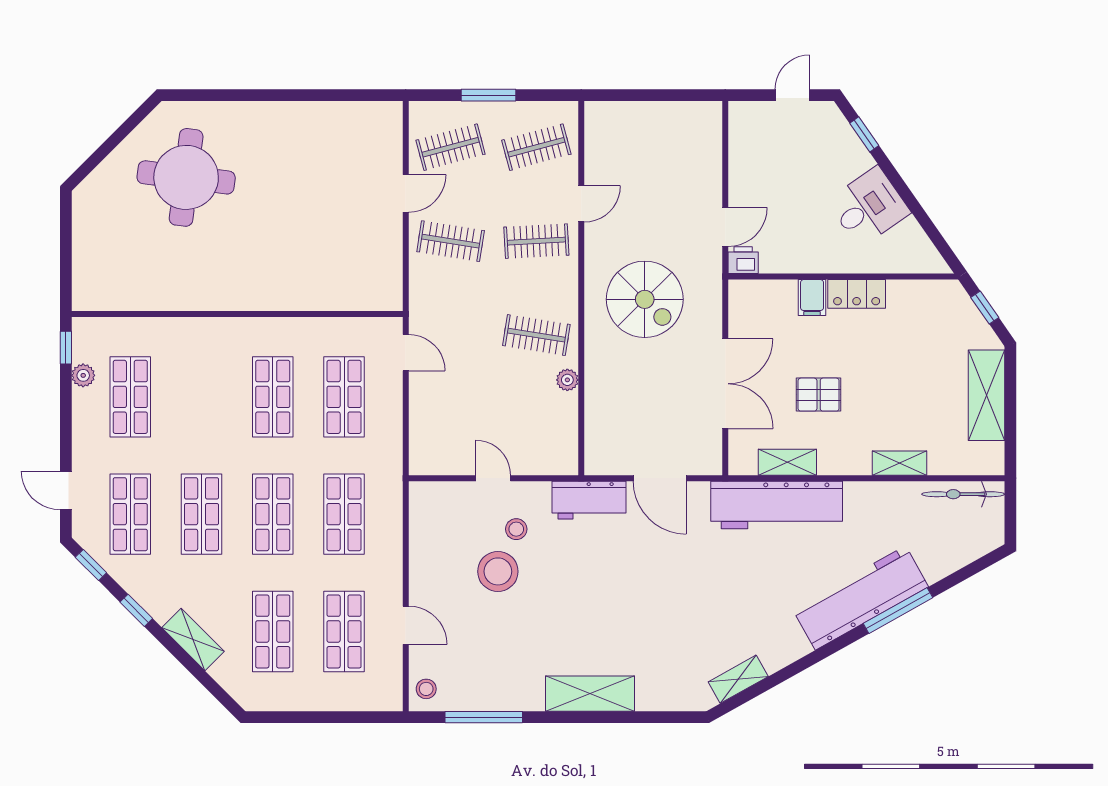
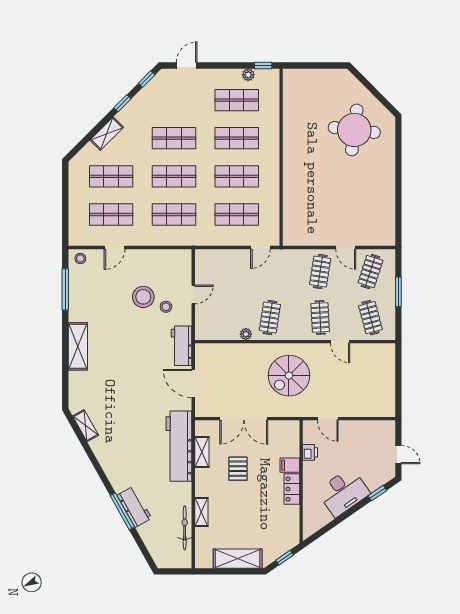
clothes rail: (451, 147) -> (370, 272), turned 33
desk: (869, 207) -> (343, 492), width x1.37
printer: (743, 260) -> (310, 452), moved
door: (660, 478) -> (193, 383), hinge flipped
bicycle: (963, 494) -> (185, 528), moved
shop shelf: (130, 514) -> (237, 138), moved
workbench: (860, 598) -> (134, 507), width x0.53, depth x0.76

